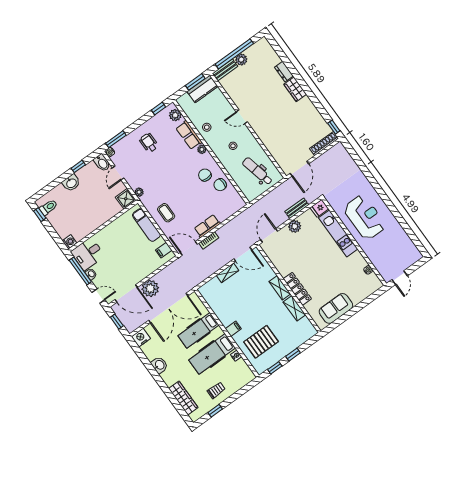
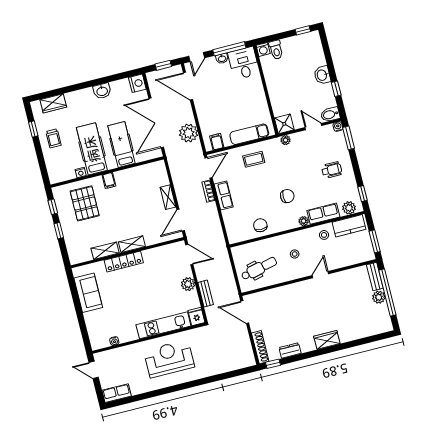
dresser: (284, 72) -> (290, 350), moved
kitchen counter: (203, 89) -> (349, 226), moved, turned -90
chair: (205, 175) -> (287, 196), moved
toilet: (48, 207) -> (276, 50), moved
reception desk: (365, 217) -> (169, 359), turned 180
row of seats: (412, 250) -> (117, 393), added
plant: (150, 288) -> (189, 133), moved
door: (126, 294) -> (188, 86), hinge flipped
wardrobe: (183, 398) -> (53, 103), width x0.67

